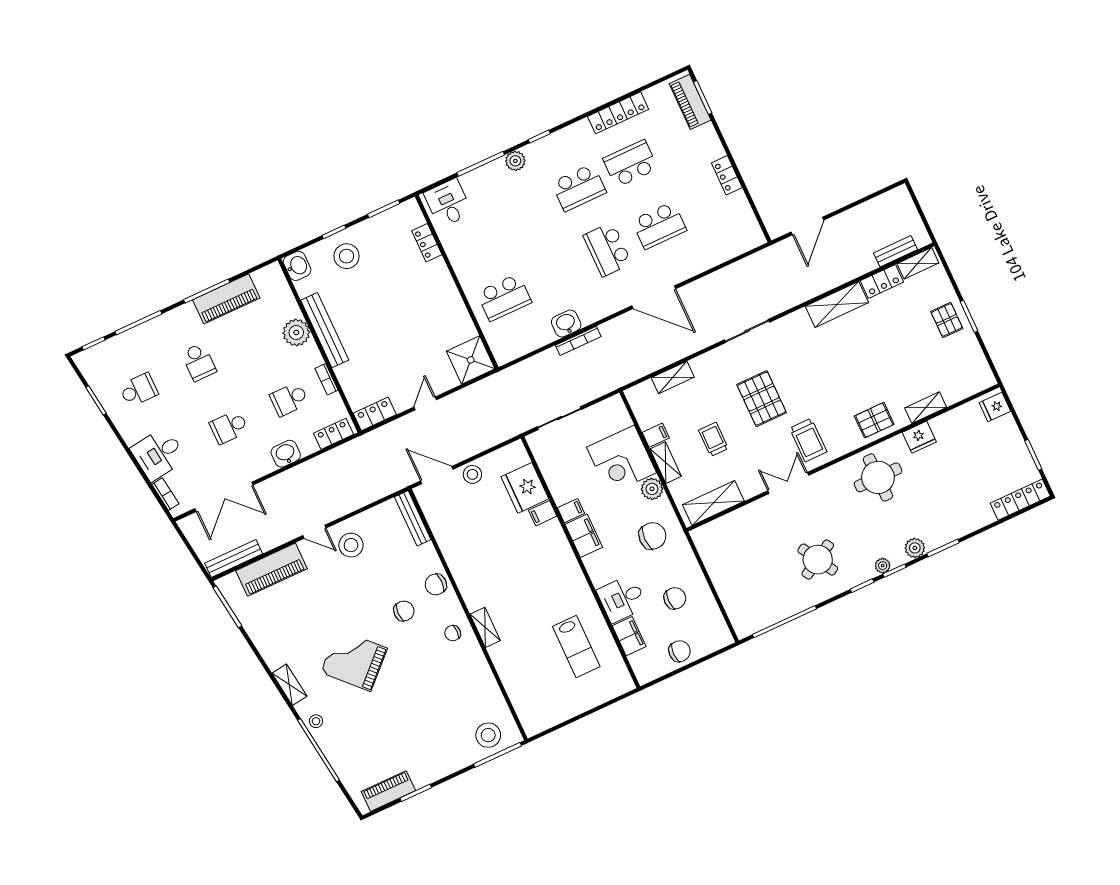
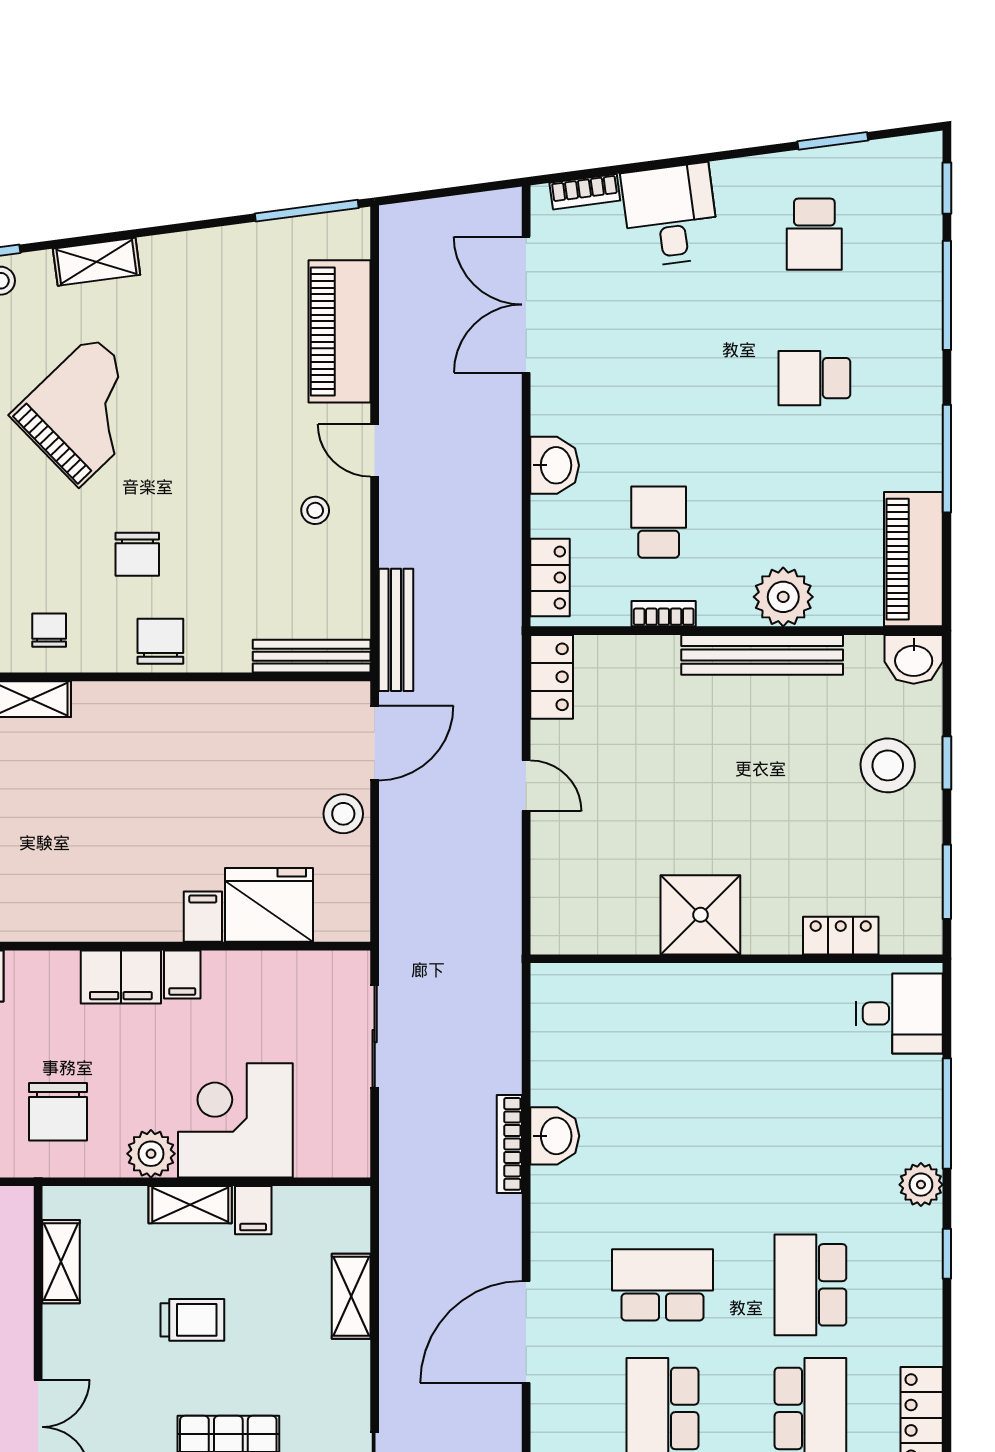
school desk: (504, 297) -> (662, 1038), removed
piano: (226, 299) -> (913, 559), moved
shower: (471, 360) -> (700, 915), moved
school desk: (229, 427) -> (659, 378), removed
shelving: (713, 503) -> (61, 1262), width x0.67, depth x0.75
door: (314, 532) -> (375, 450), hinge flipped
stool: (351, 545) -> (315, 510), width x0.53, depth x0.53
bench: (234, 558) -> (396, 630), moved

